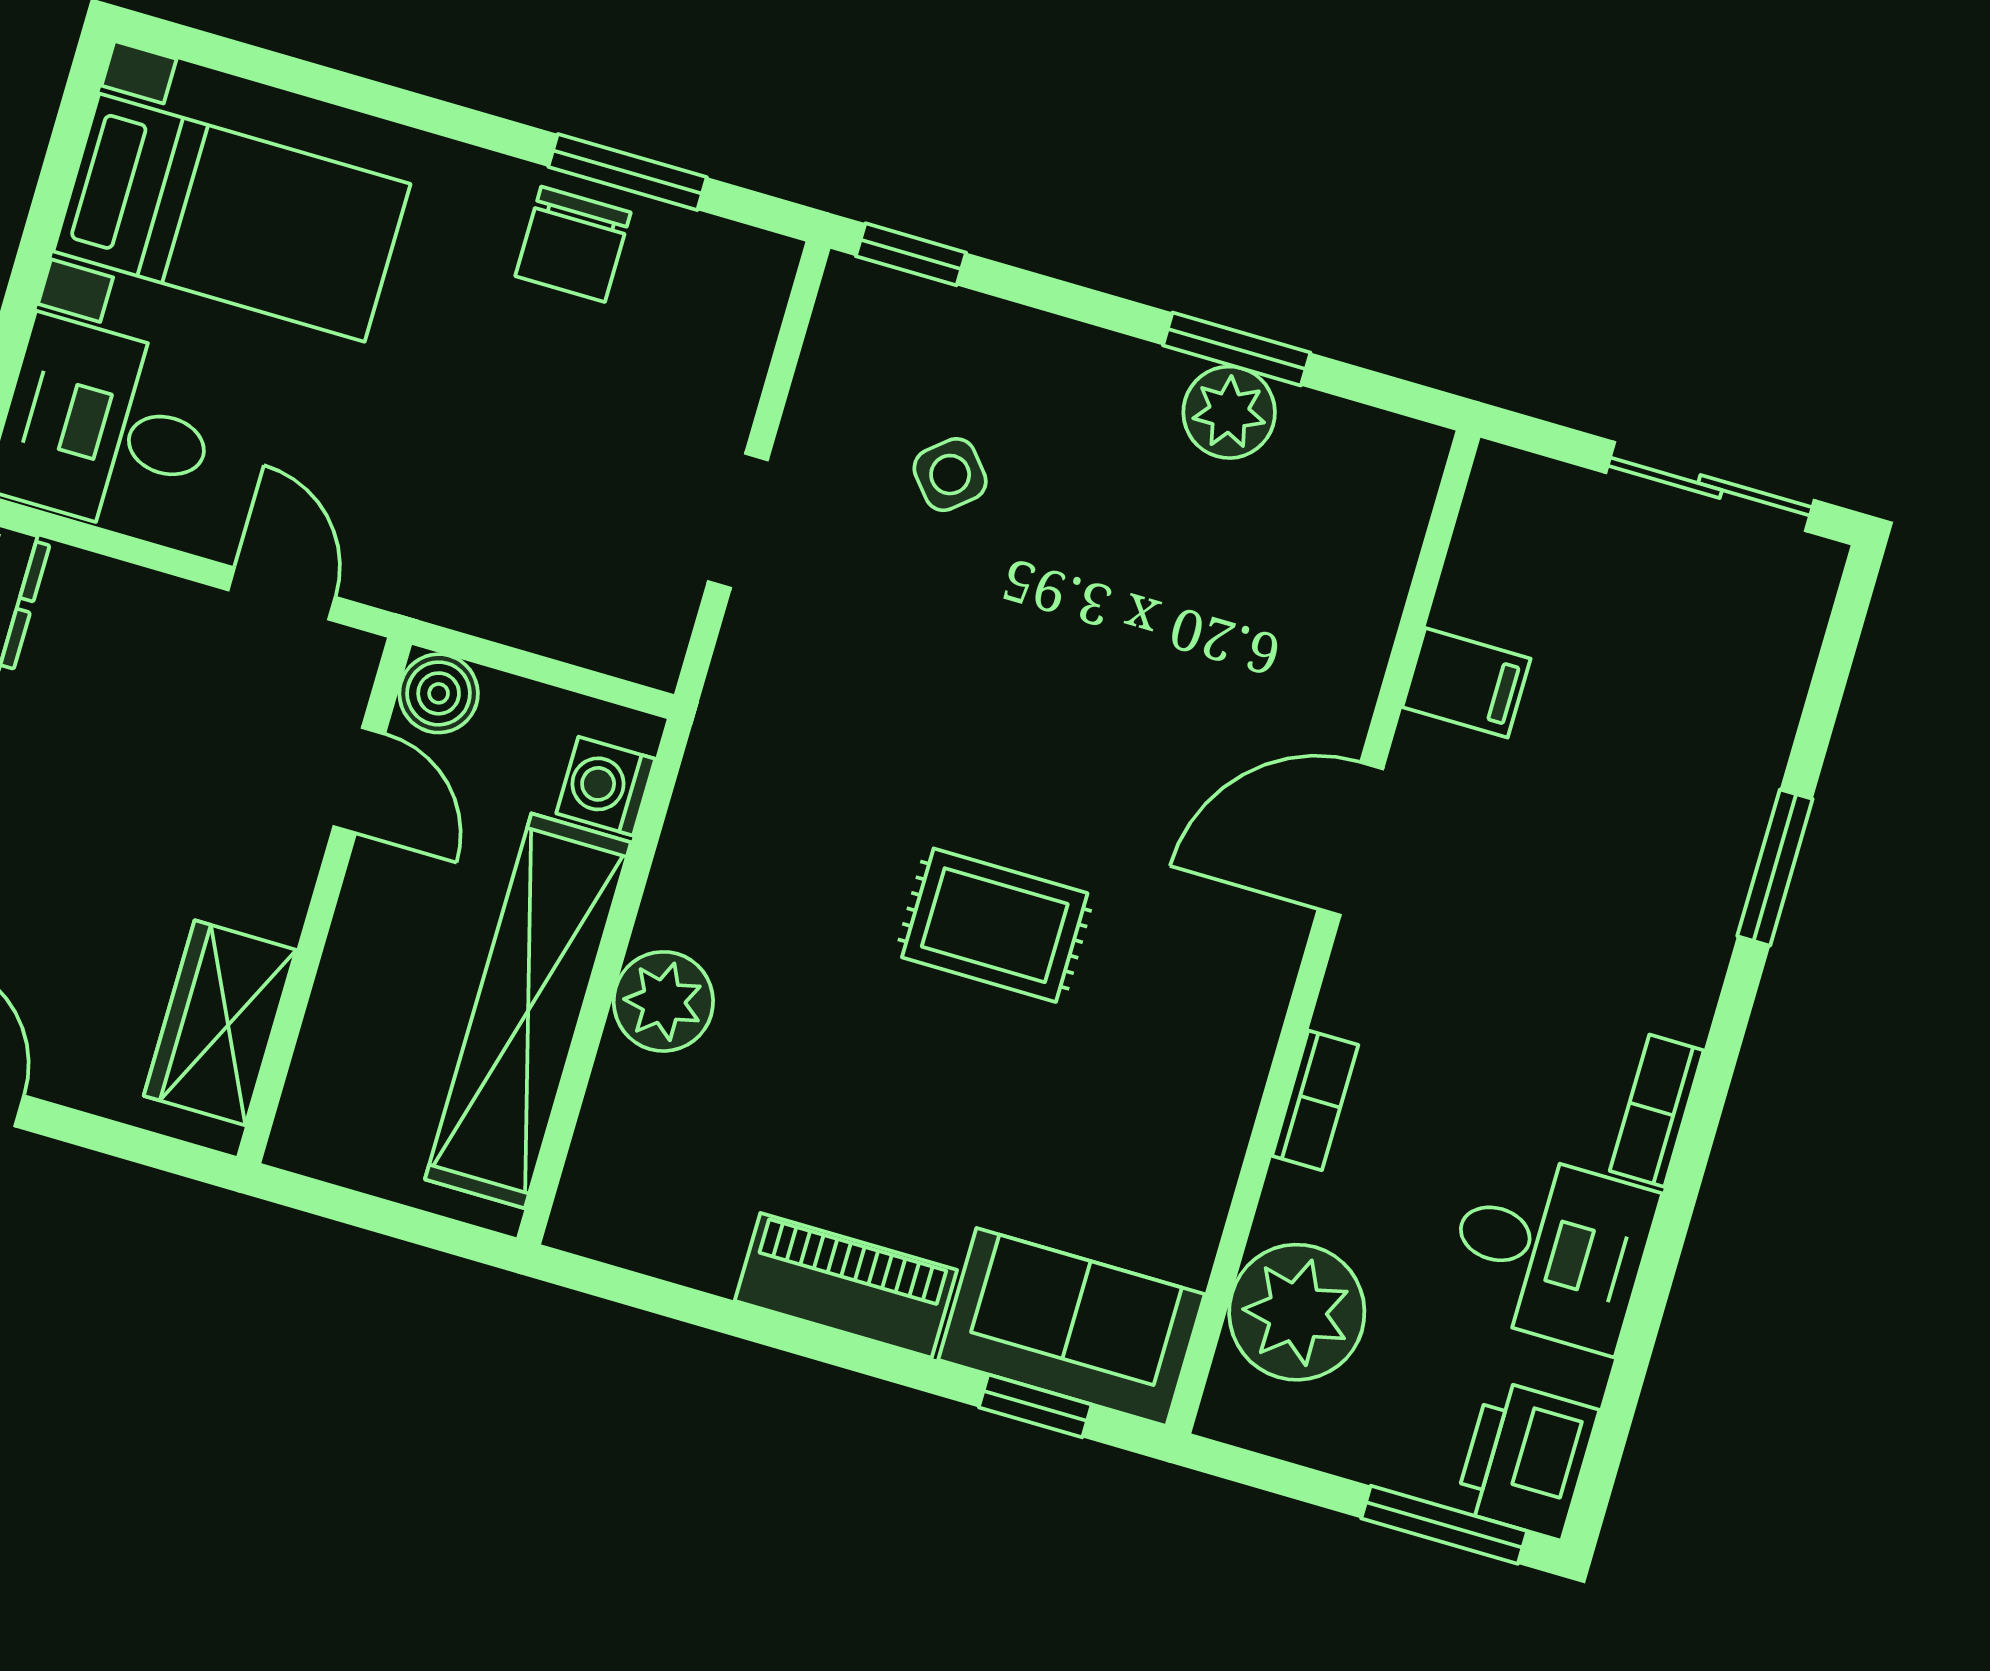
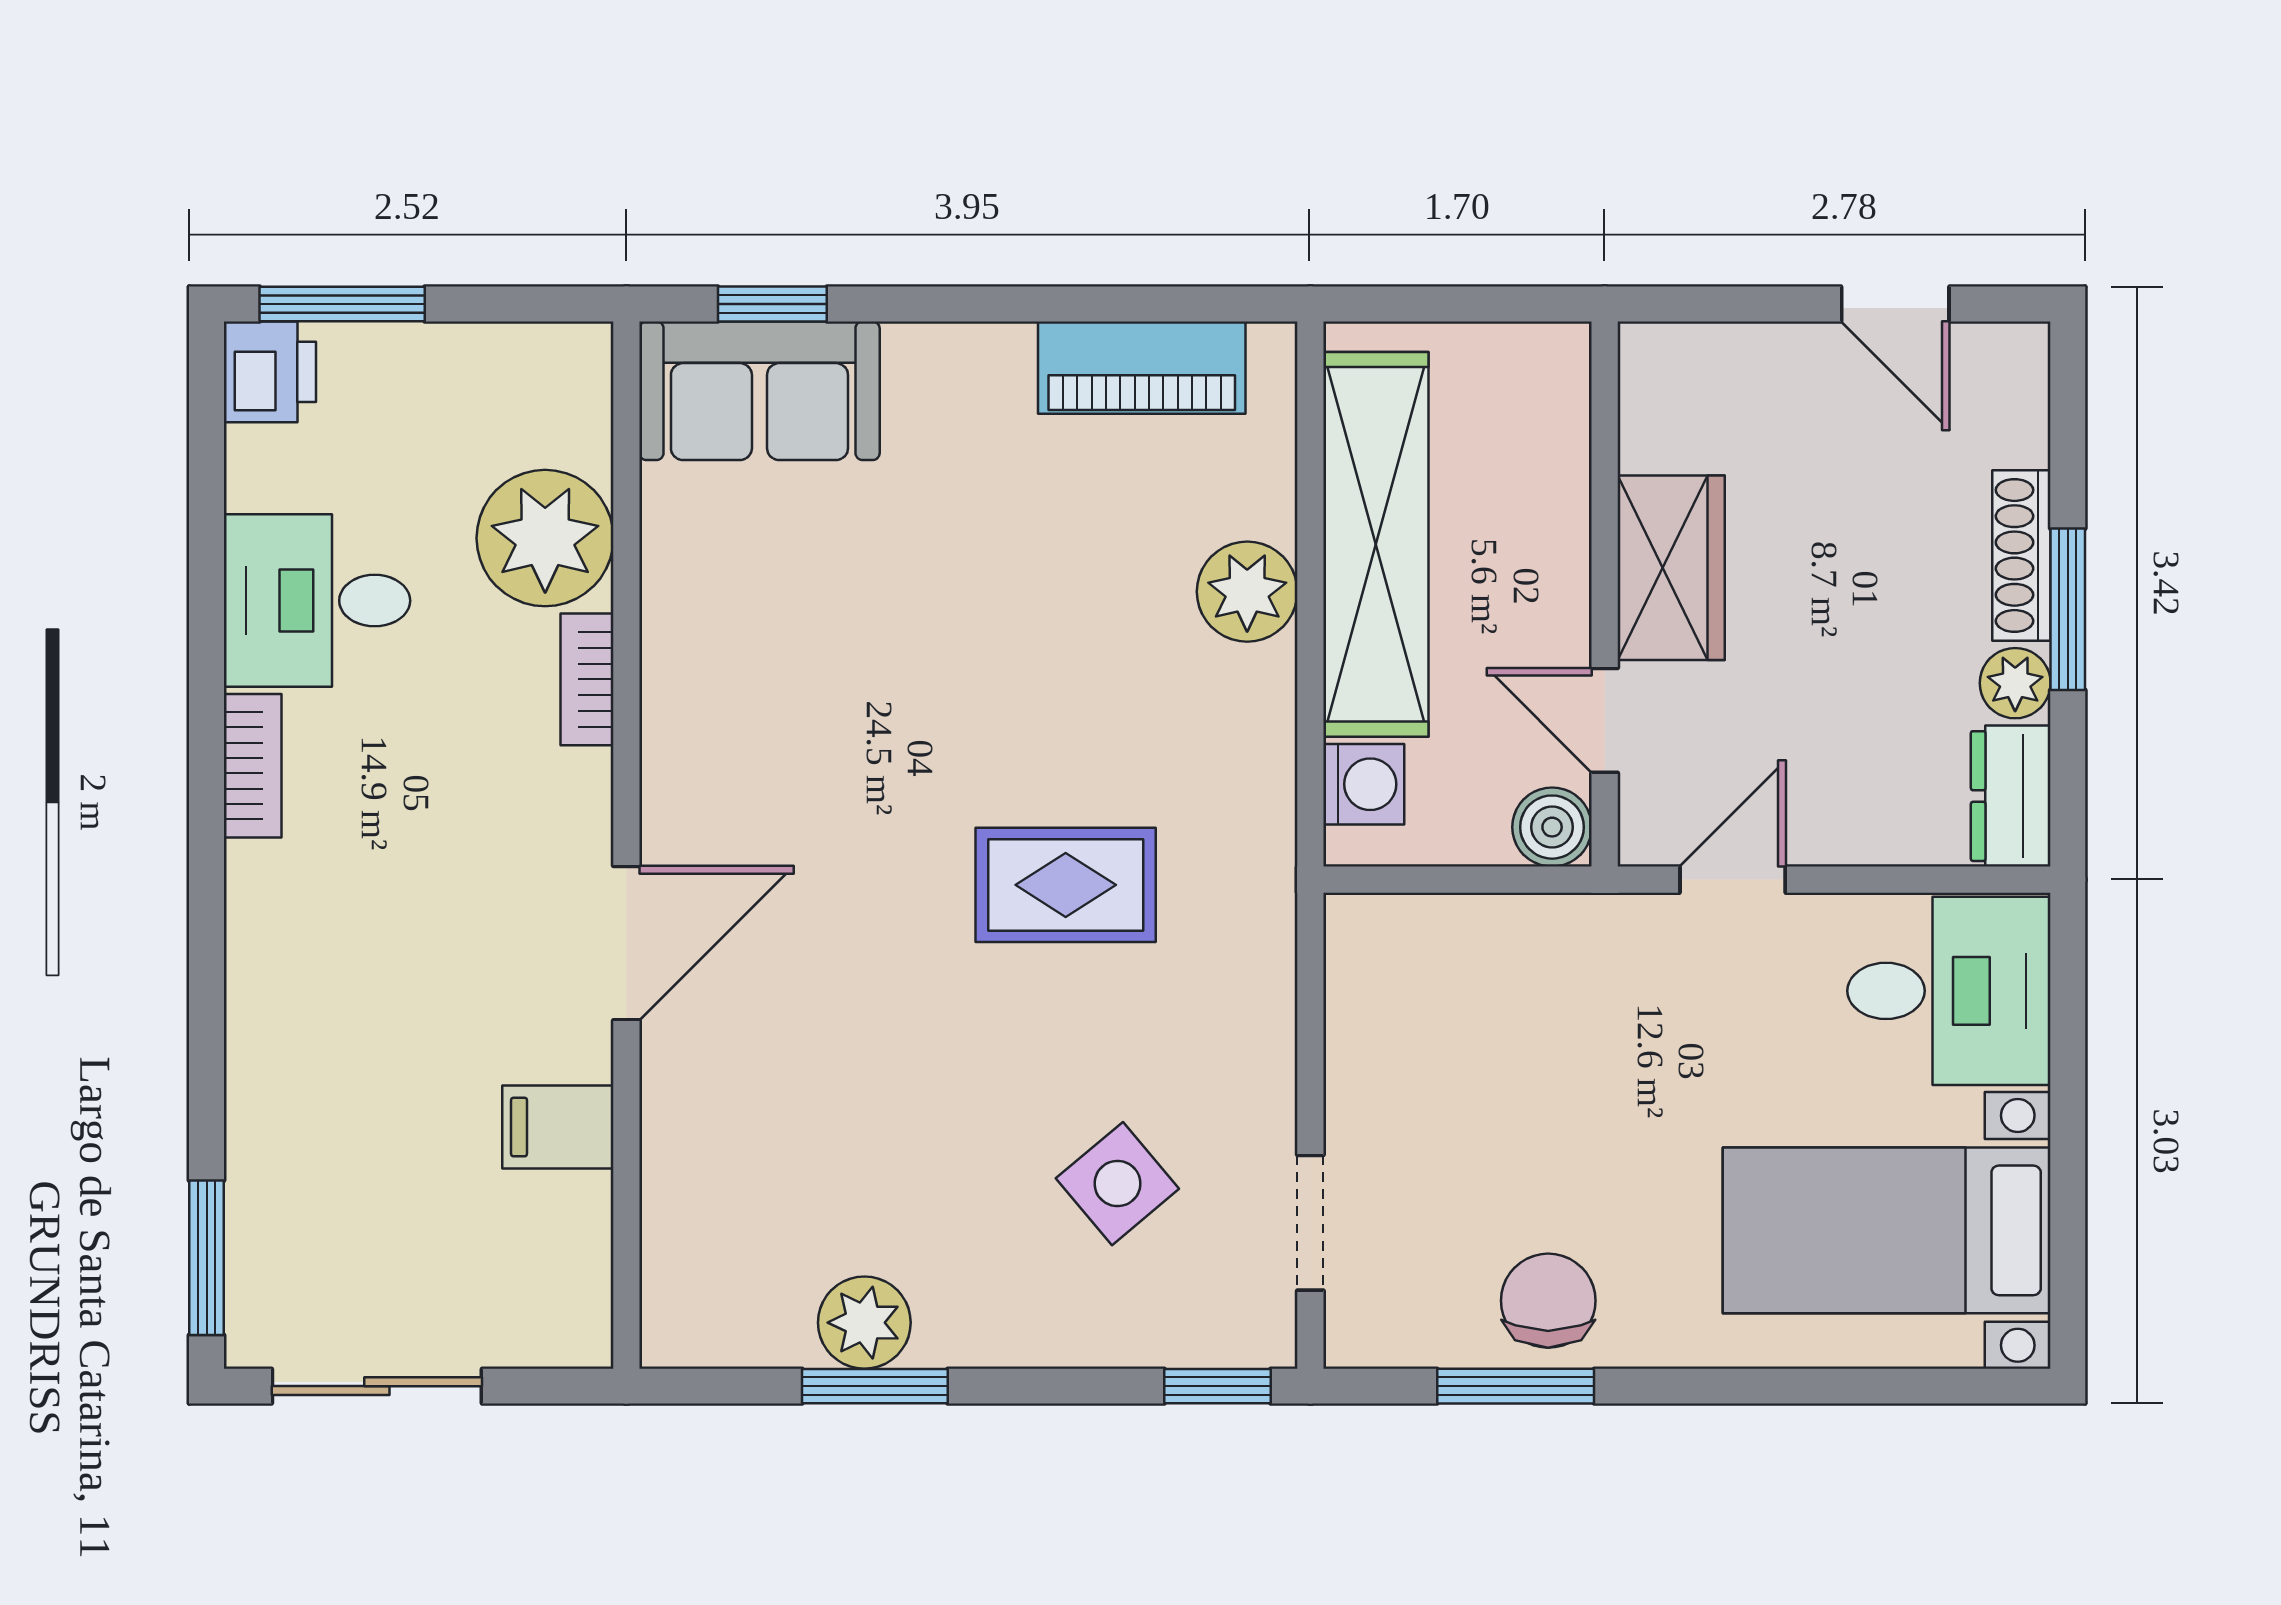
side table: (950, 475) -> (1117, 1184), width x1.37, depth x1.37
doorway: (738, 521) -> (1310, 1223), moved
door: (282, 594) -> (1733, 880), swing flipped
window: (1775, 868) -> (207, 1258), moved
rug: (995, 925) -> (1066, 885), moved
wardrobe: (220, 1023) -> (1671, 568), moved
piano: (846, 1285) -> (1142, 368), moved
plant: (1297, 1312) -> (545, 538), moved
printer: (1526, 1460) -> (270, 372), width x0.73, depth x0.81

